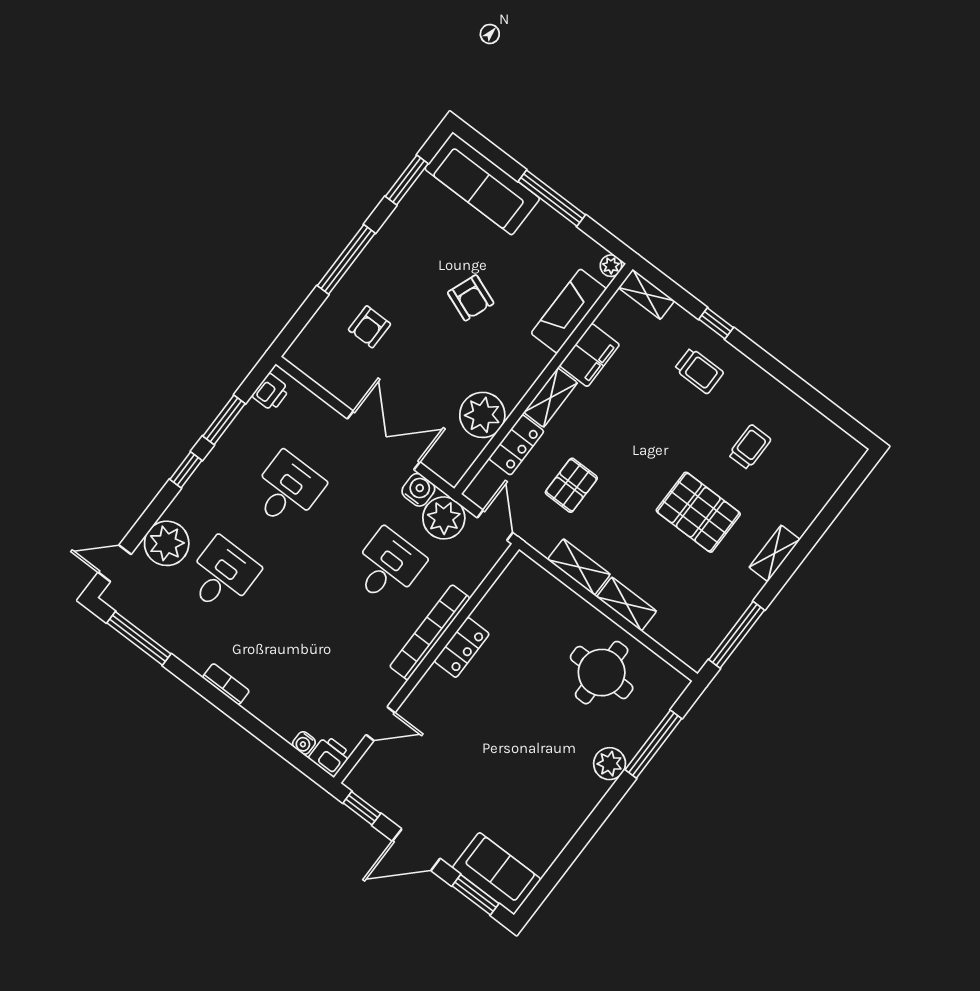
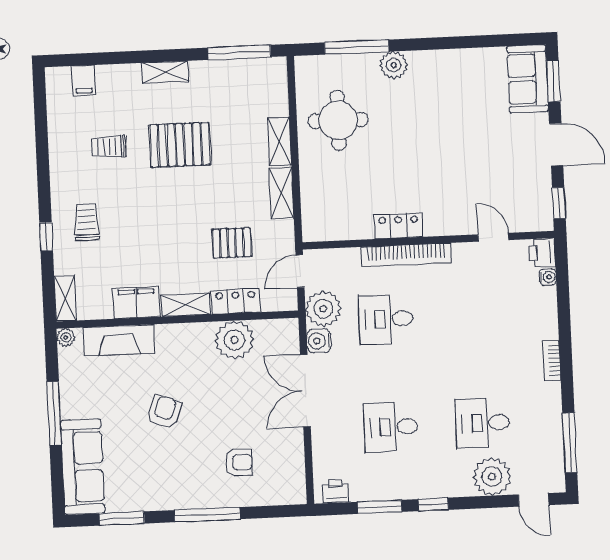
filing cabinet: (828, 474) -> (84, 80), added
pallet: (698, 512) -> (180, 145), turned 90

